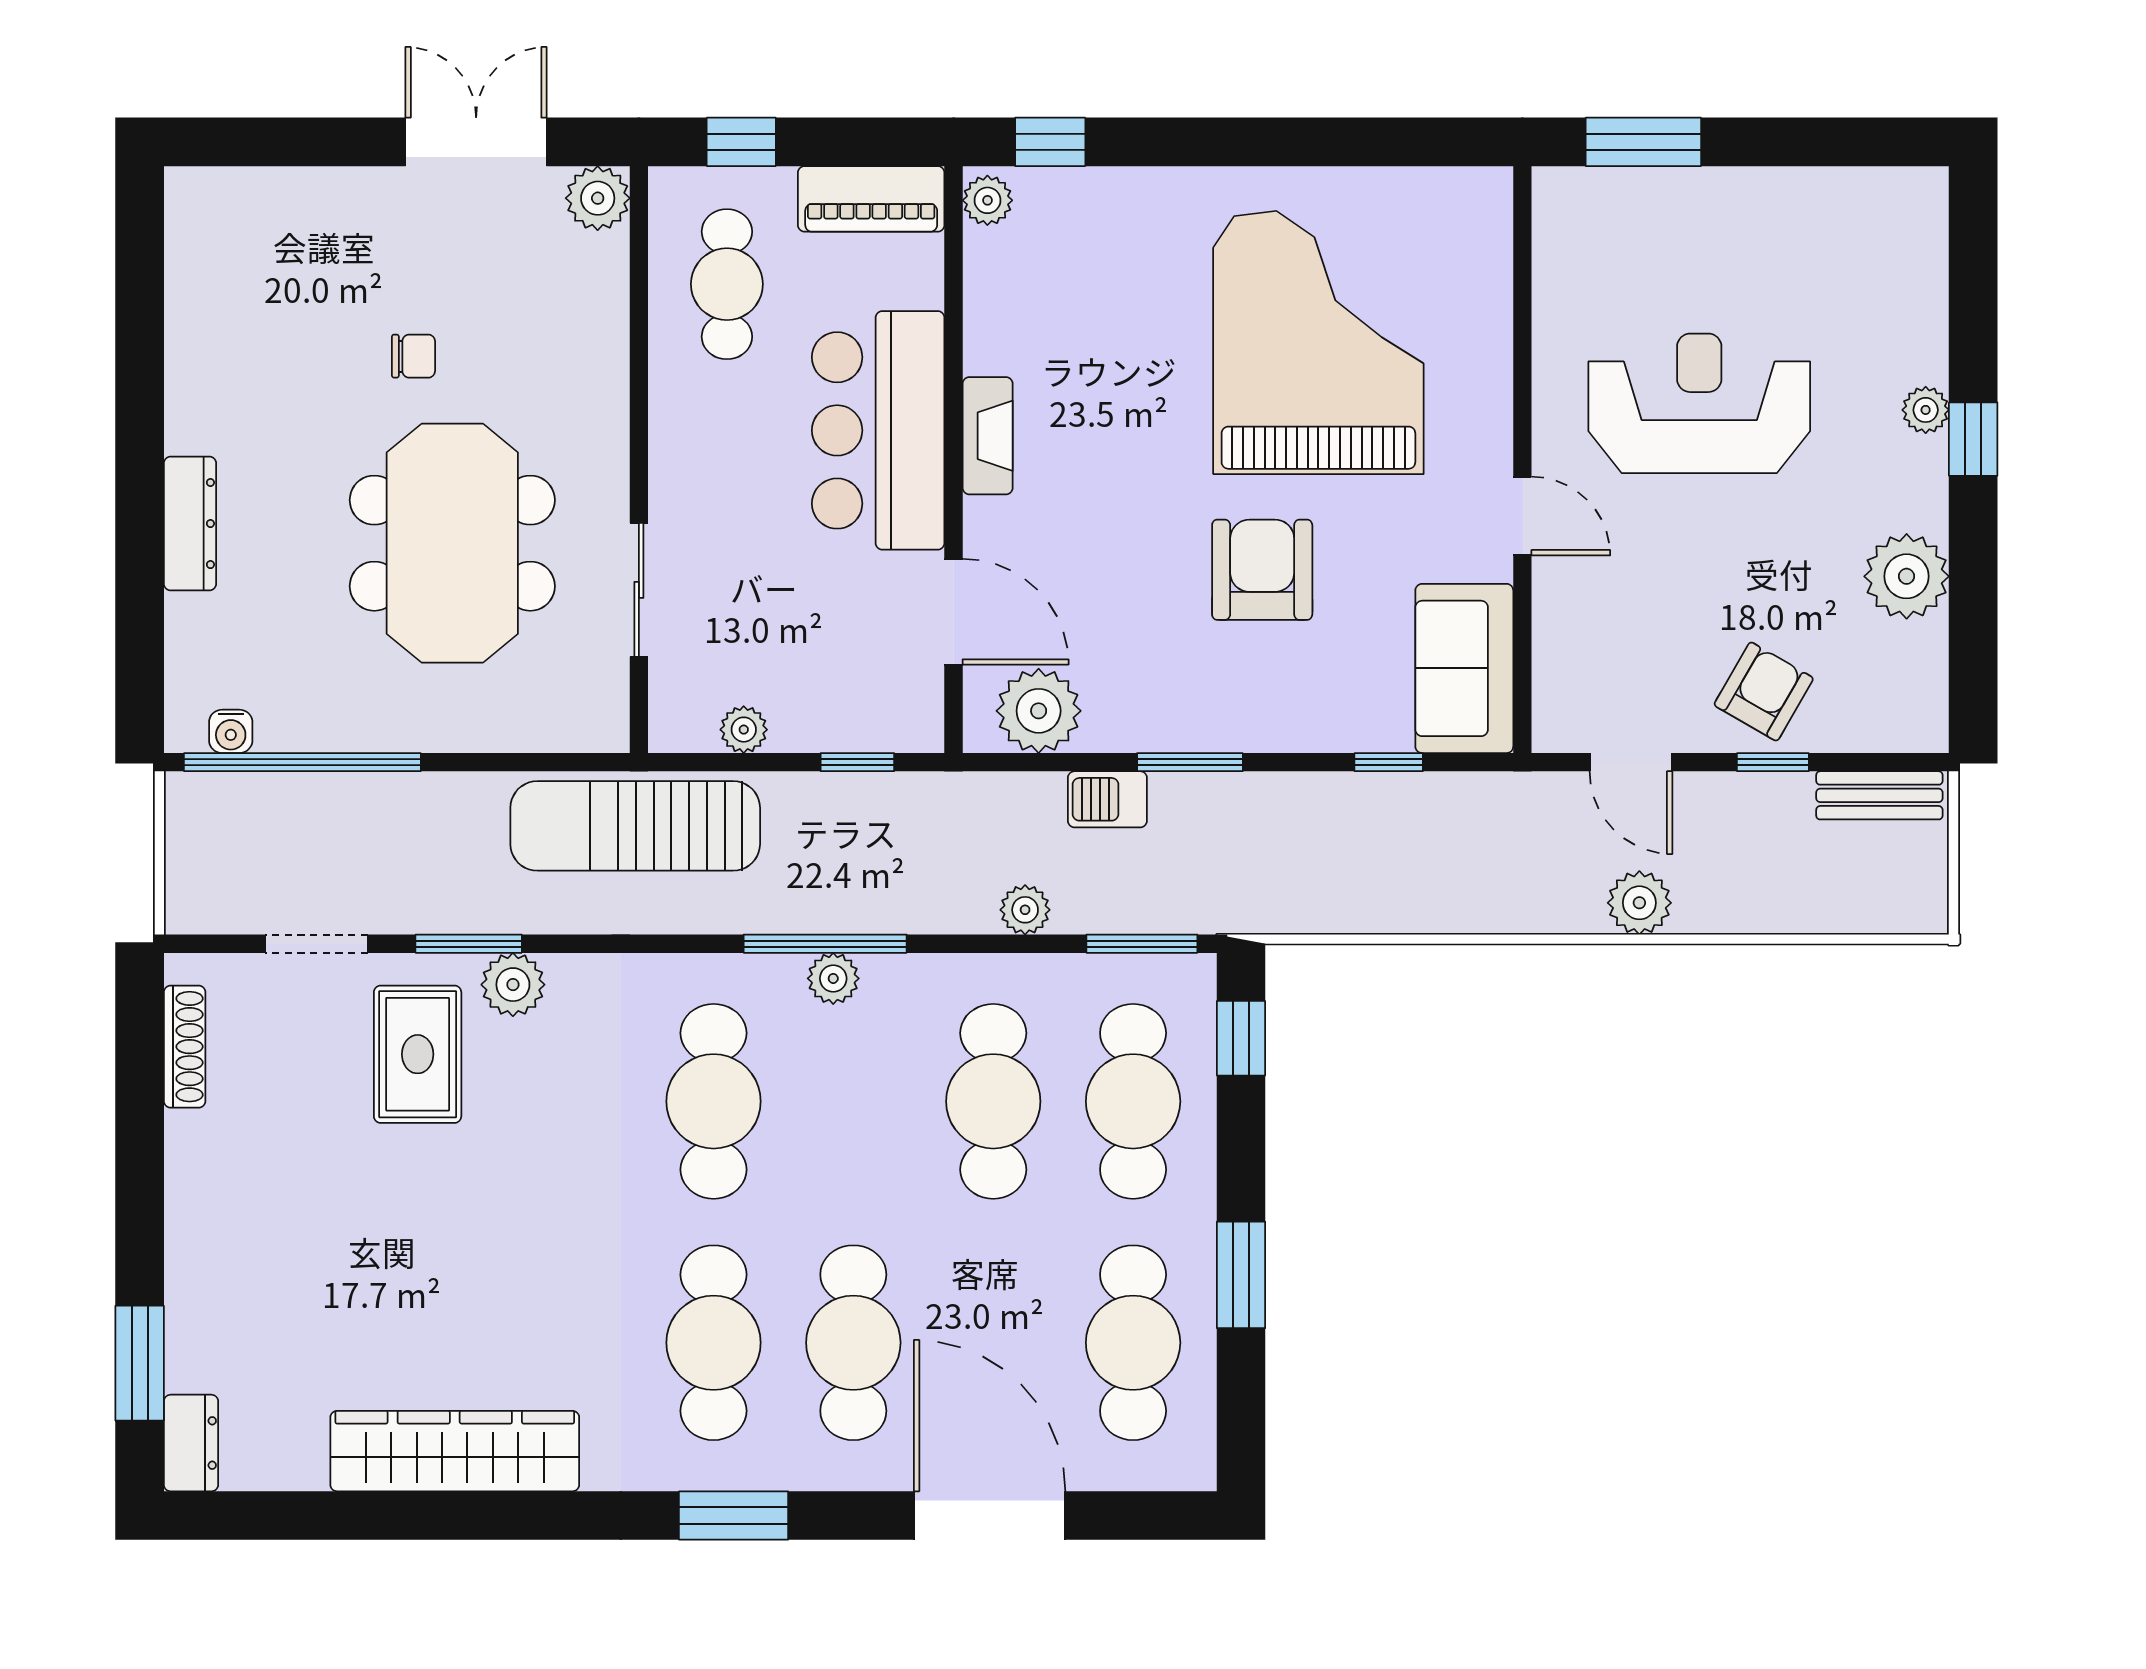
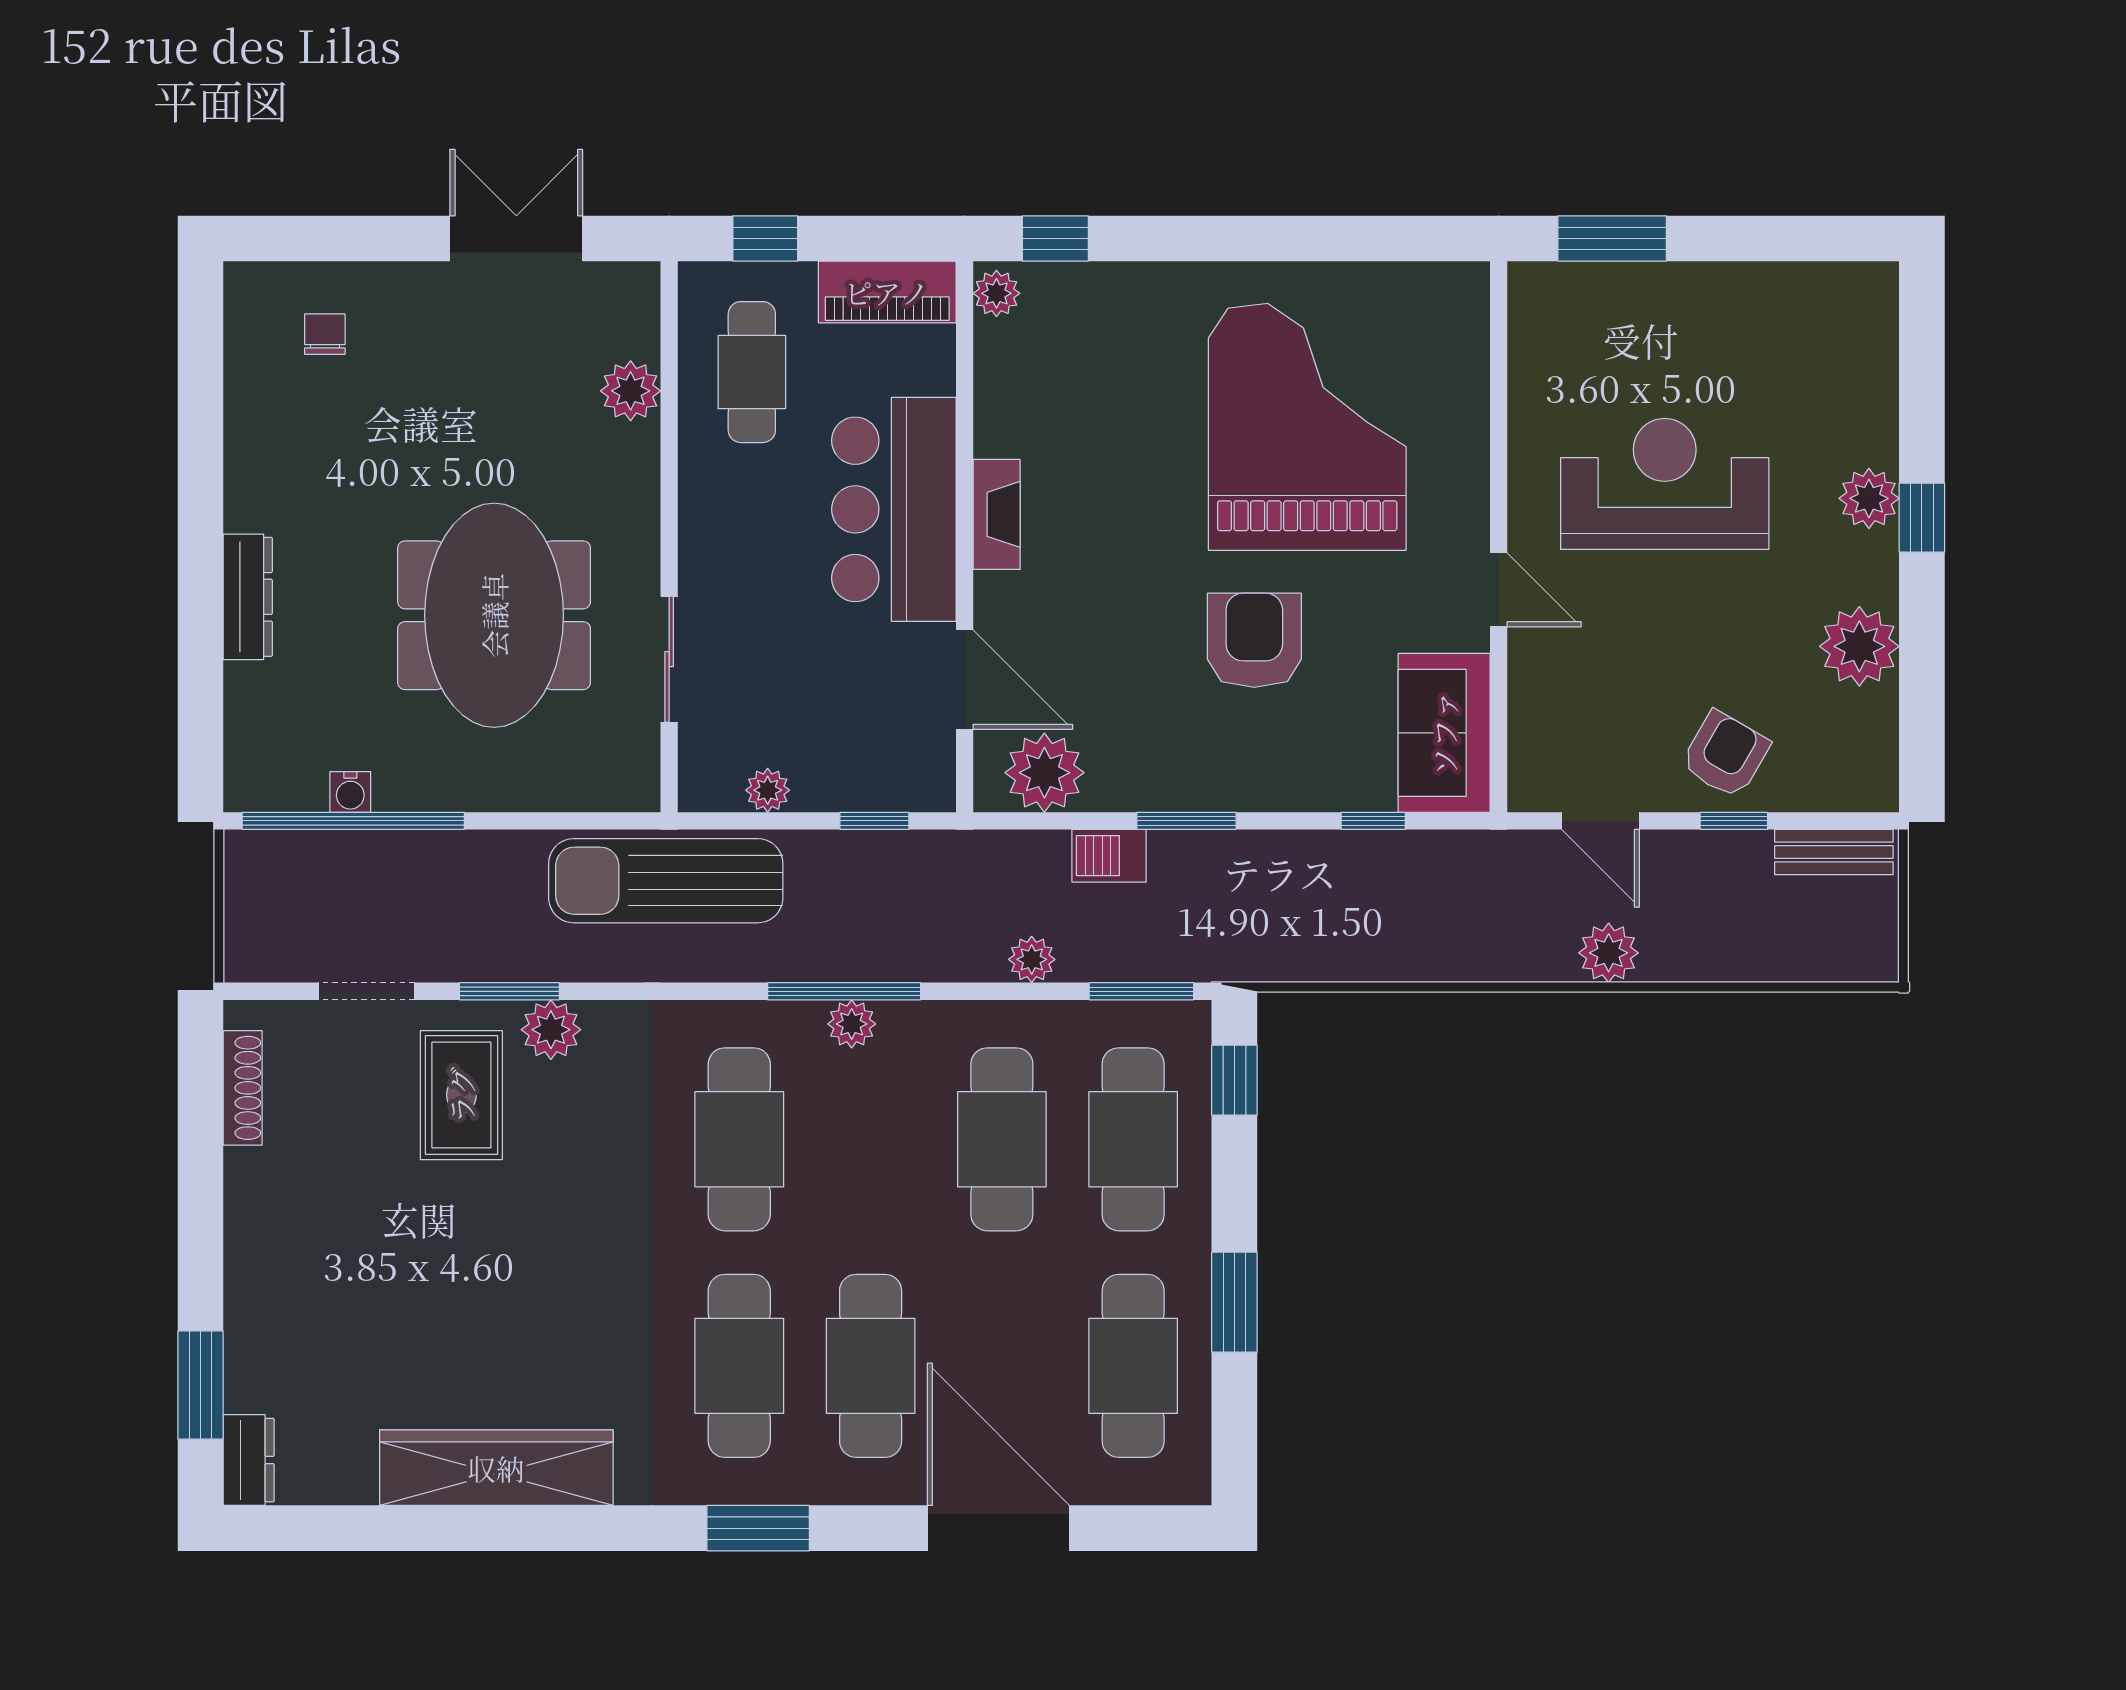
plant: (598, 198) -> (631, 391), moved
chair: (413, 356) -> (325, 334), moved, turned -90
plant: (1926, 410) -> (1869, 498), width x1.38, depth x1.38
water cooler: (231, 731) -> (350, 792), moved

